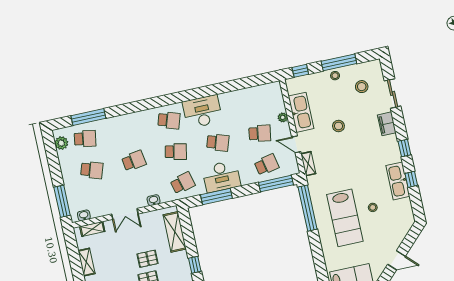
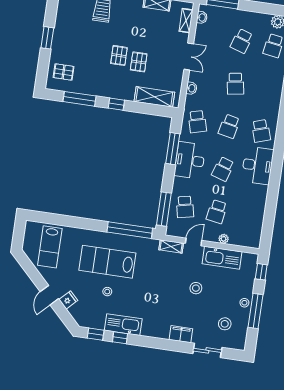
school desk: (169, 120) -> (261, 131), turned -36
window: (404, 148) -> (96, 334), moved
double door: (125, 214) -> (189, 57), swing flipped
fridge: (394, 241) -> (68, 300), added

